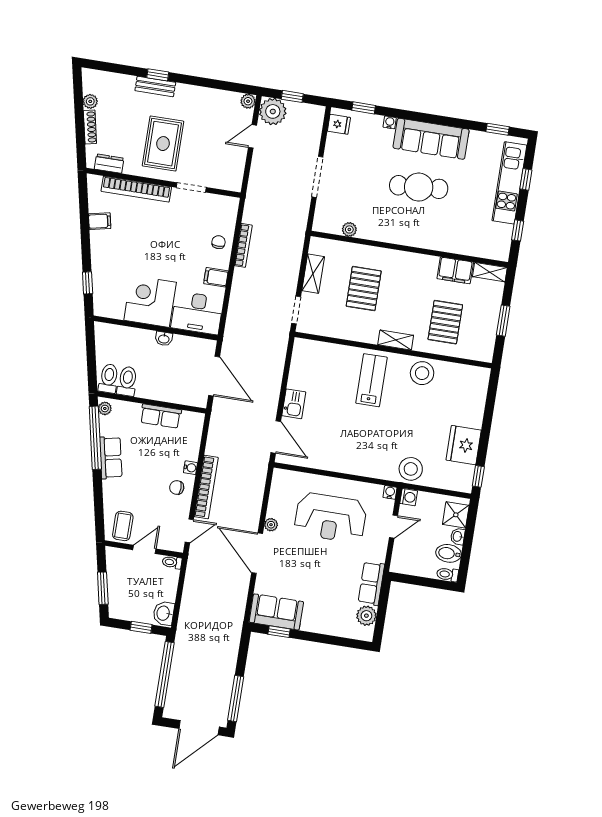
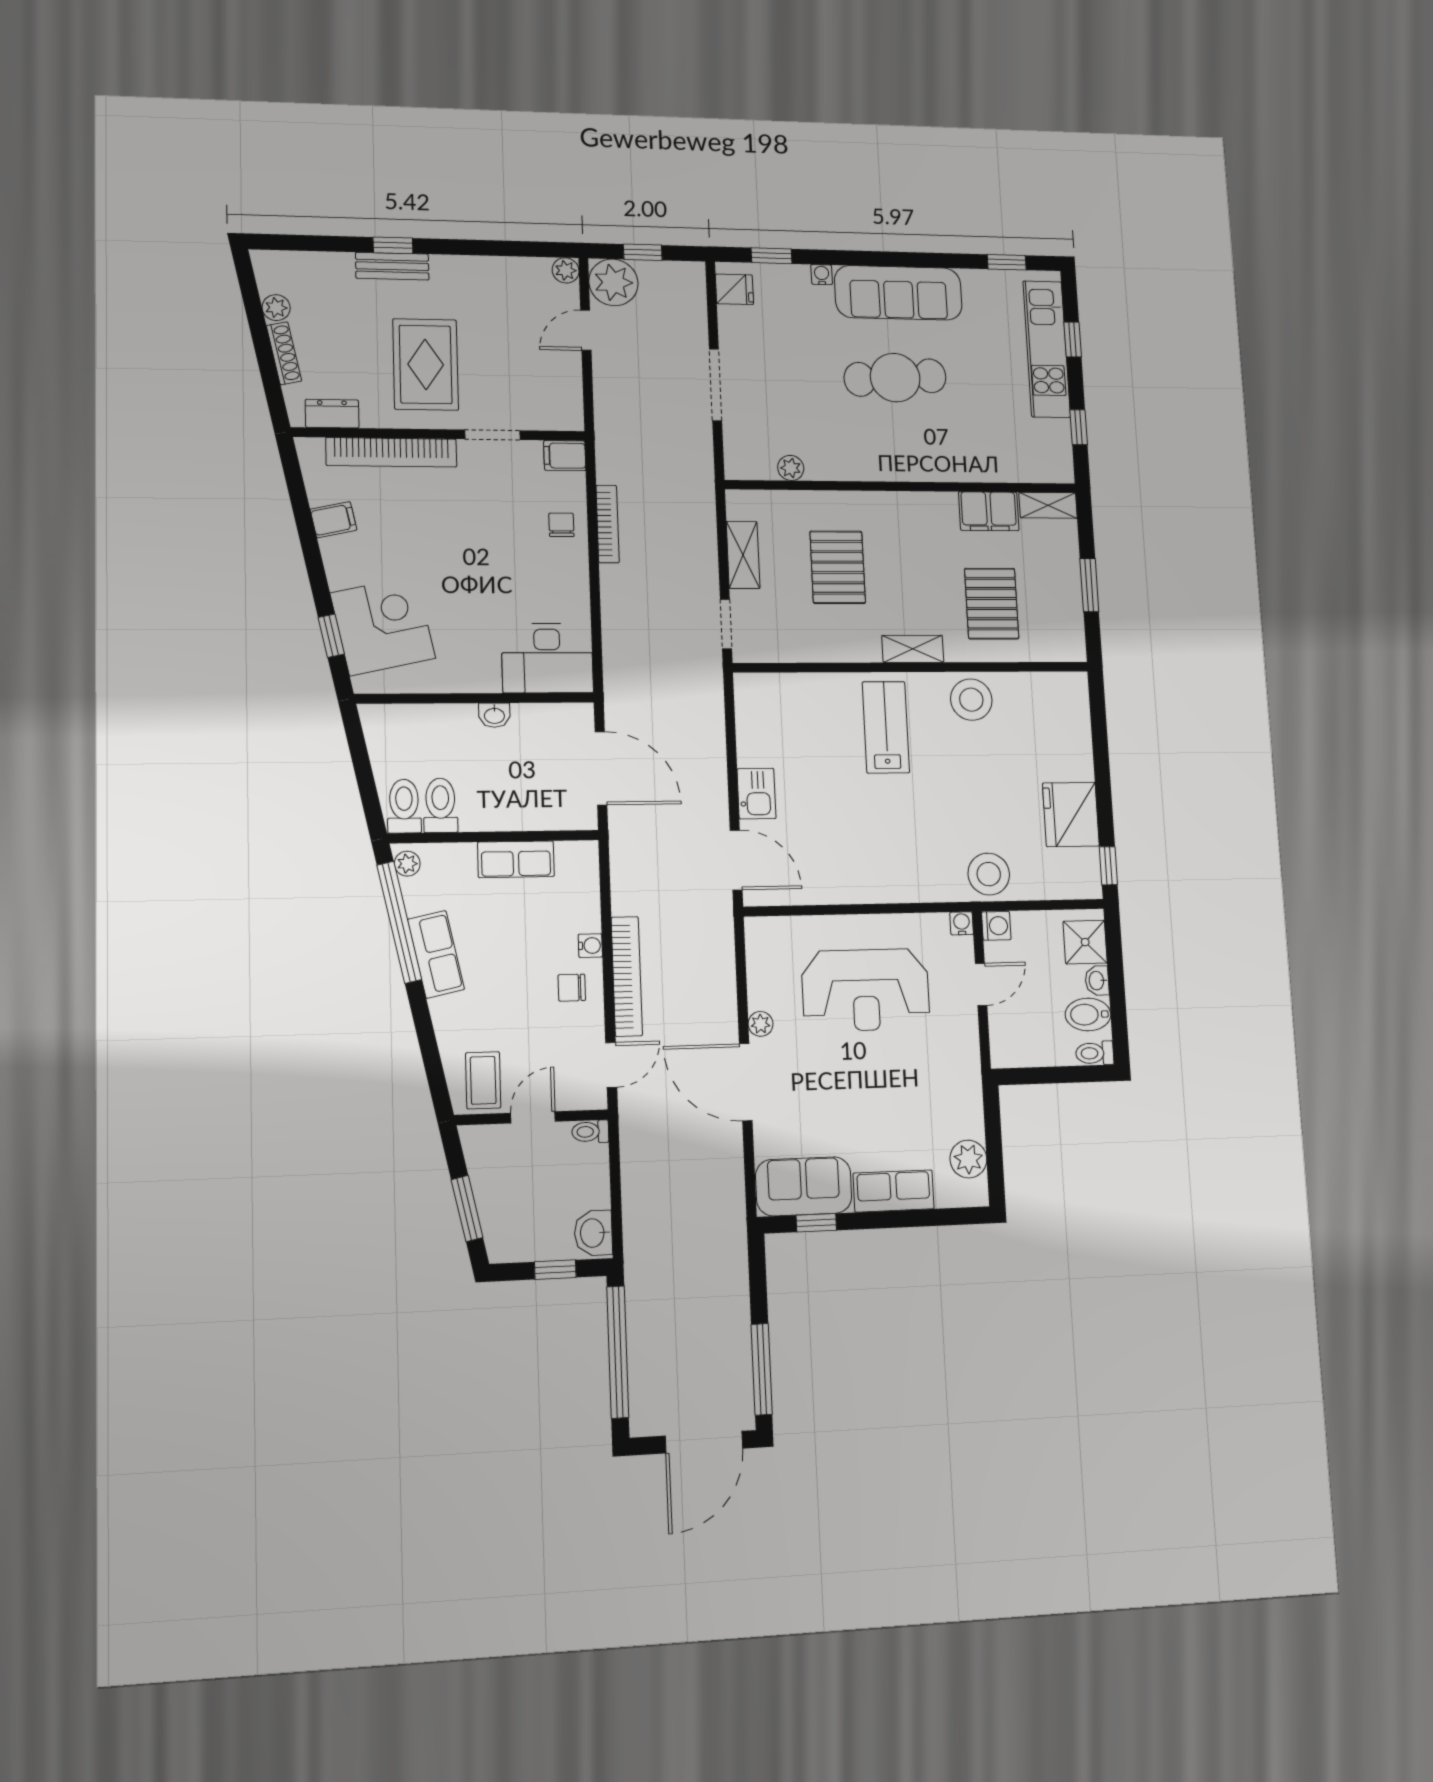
filing cabinet: (216, 277) -> (565, 456), moved
corner desk: (150, 301) -> (383, 626), moved, turned 78
row of seats: (371, 583) -> (894, 1191), moved, turned 90

